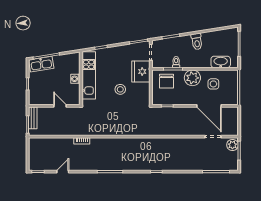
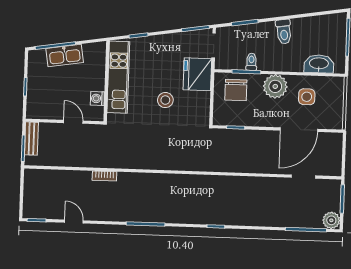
kitchen sink: (41, 64) -> (65, 55), moved
washing machine: (75, 79) -> (97, 98), moved
door: (209, 106) -> (299, 130), hinge flipped
plant: (232, 145) -> (331, 220), moved
door: (63, 172) -> (74, 222), hinge flipped

